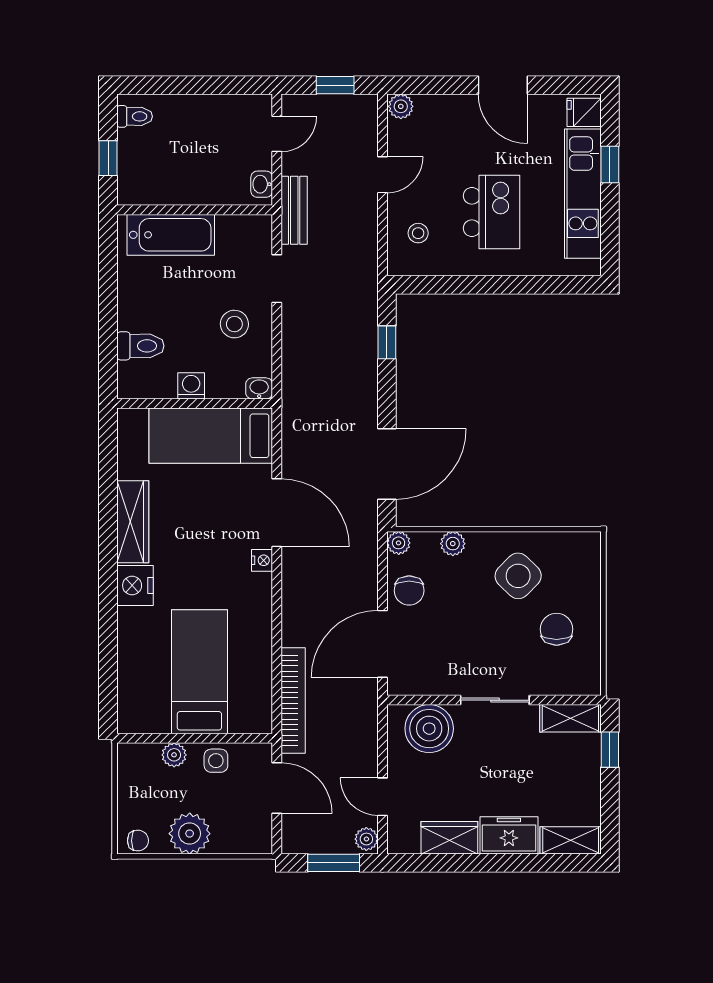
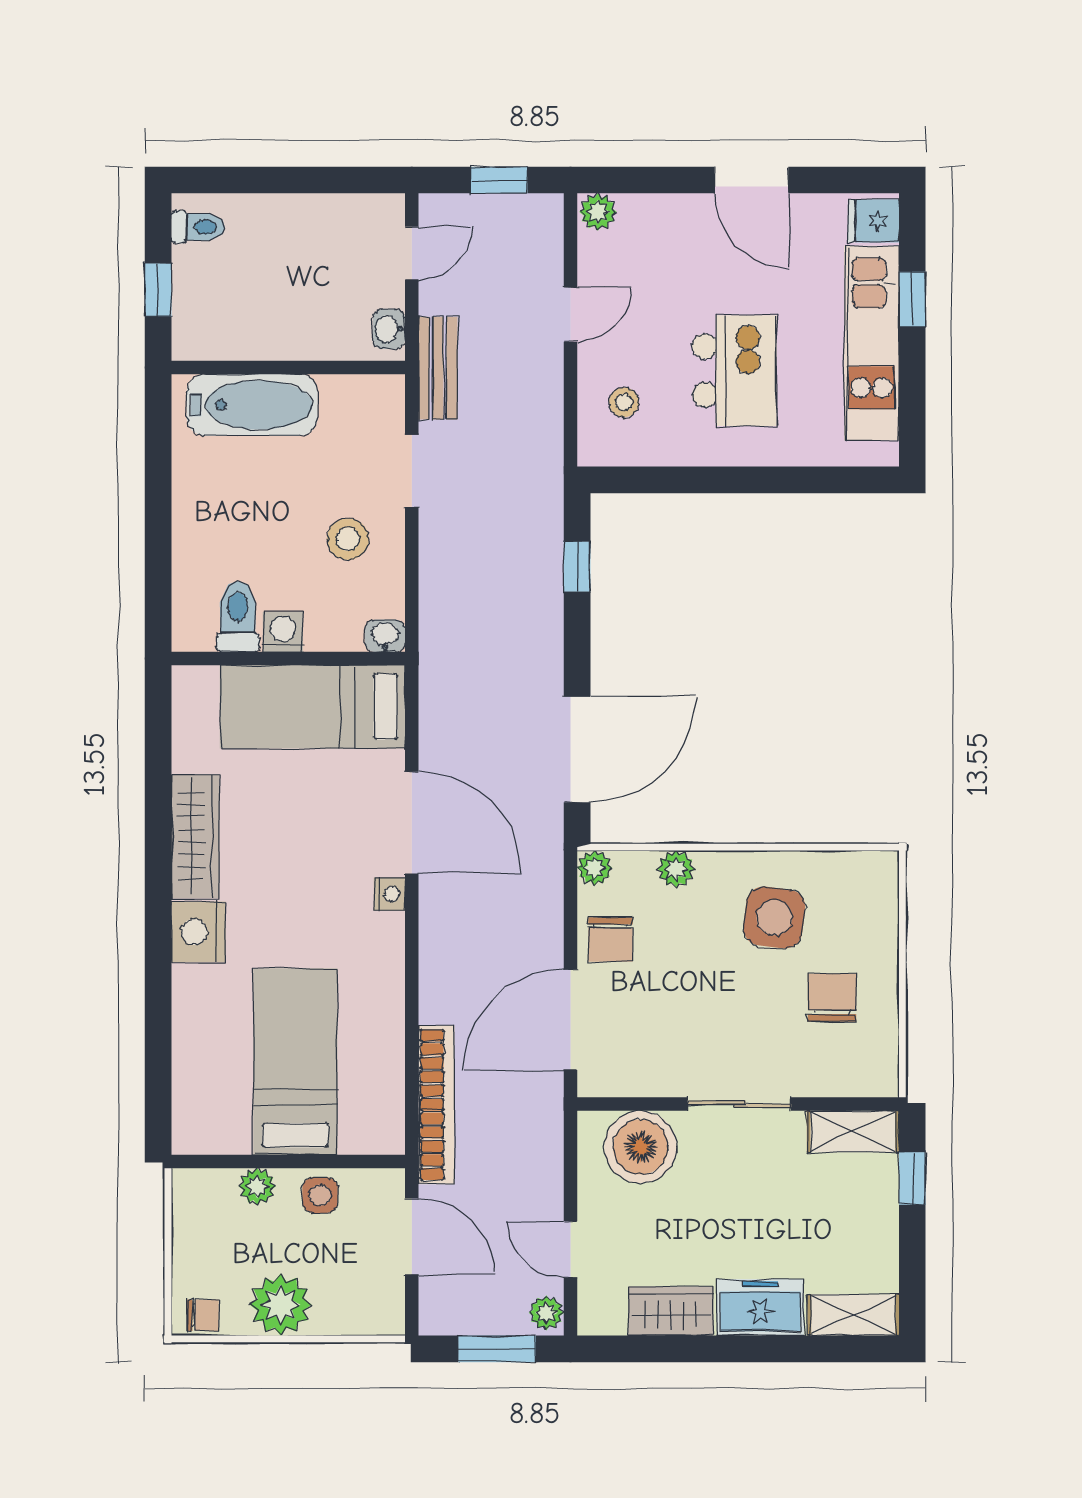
toilet: (140, 346) -> (238, 617), moved, turned -90
side table: (518, 576) -> (774, 917), turned -37

